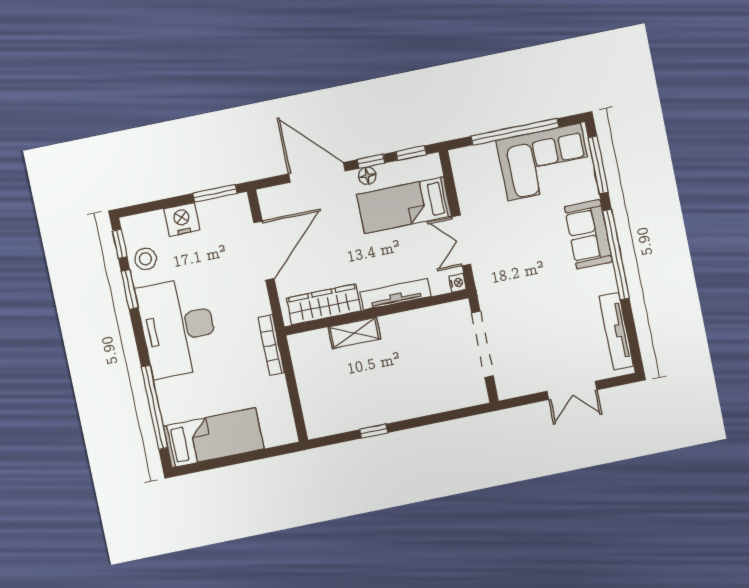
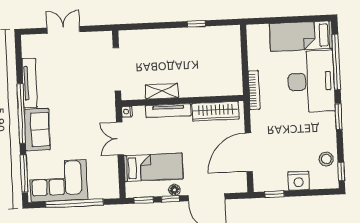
window: (215, 193) -> (274, 194), width x0.67
double door: (461, 241) -> (120, 139), swing flipped
window: (129, 289) -> (339, 117), moved
desk: (178, 327) -> (311, 81), moved
tv unit: (616, 331) -> (30, 83), moved
shelving: (355, 333) -> (162, 91), moved

